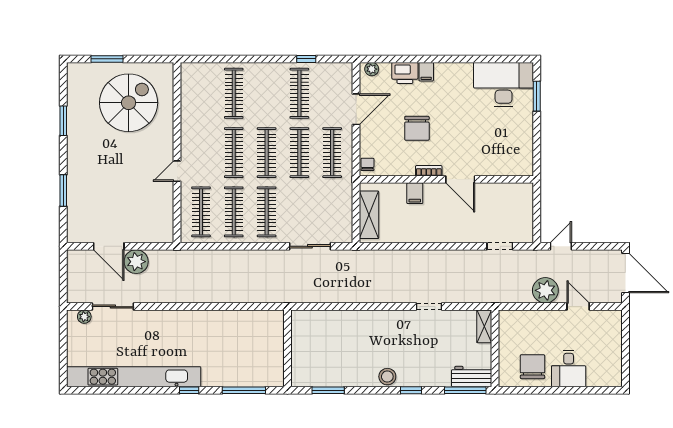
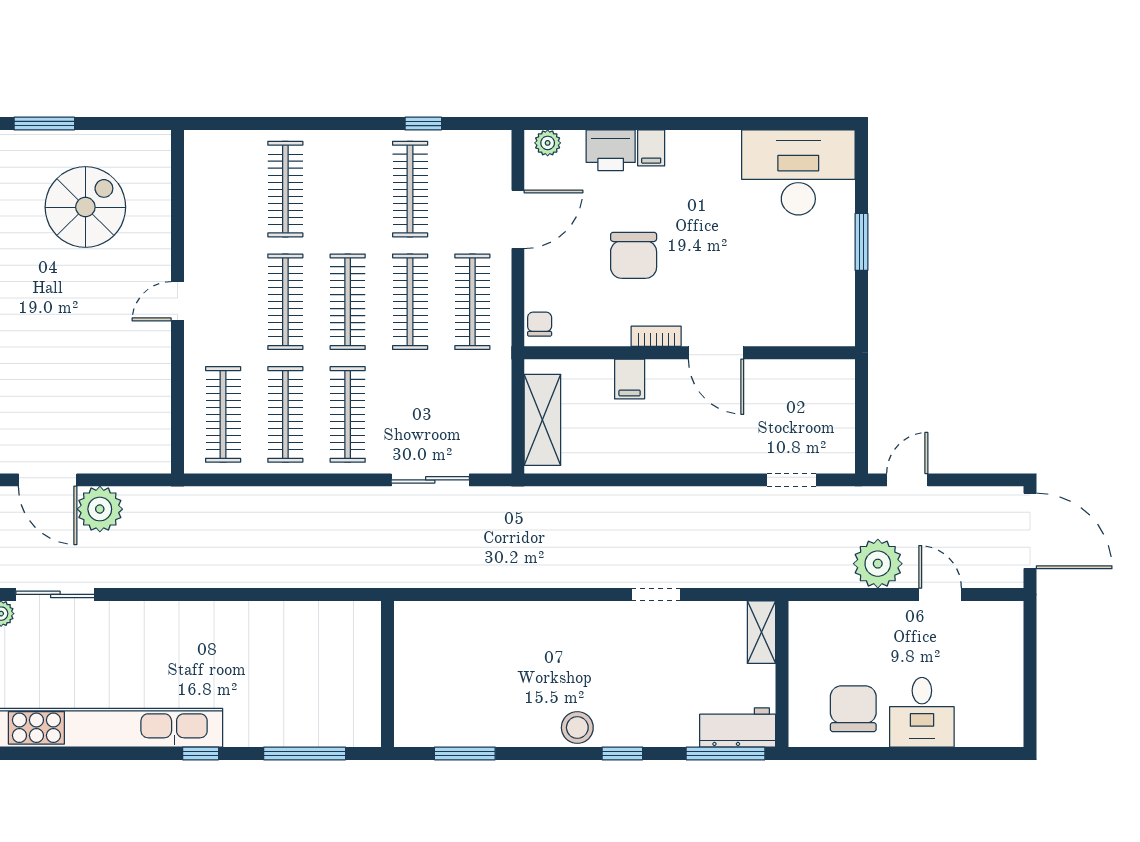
window: (537, 96) -> (861, 242), moved
spiral stairs: (129, 103) -> (85, 207), width x0.73, depth x0.73
door: (177, 171) -> (178, 301), moved

